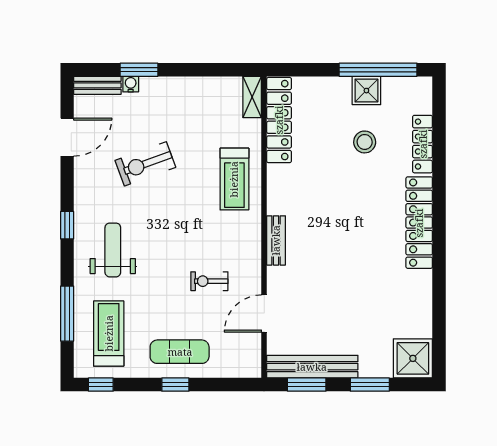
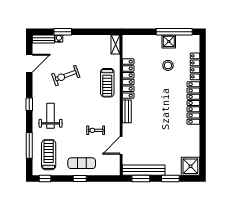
locker: (279, 120) -> (128, 79), moved

